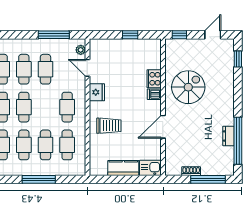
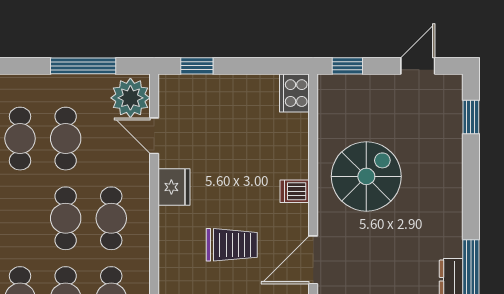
window: (130, 35) -> (197, 66), moved
plant: (81, 50) -> (130, 98), width x1.88, depth x1.88
cooker: (154, 79) -> (294, 93), moved
cafe table: (24, 107) -> (66, 218), moved
trolley: (109, 126) -> (232, 245), moved

